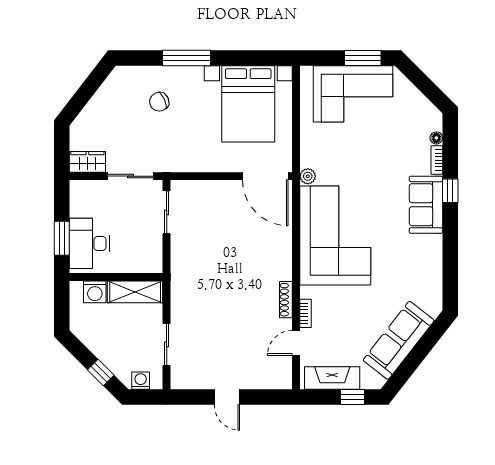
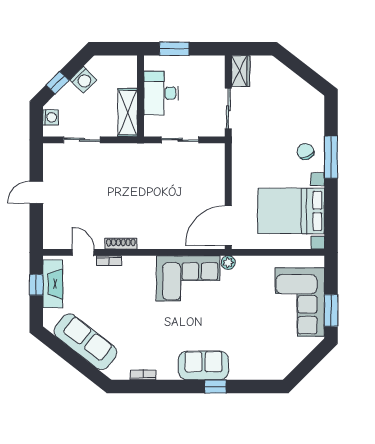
chair: (159, 102) -> (305, 152), moved
floor lamp: (436, 138) -> (261, 375), removed
bookcase: (437, 160) -> (143, 375), moved
sliding door: (167, 212) -> (180, 140), moved
corner sofa: (335, 235) -> (188, 278), width x0.73, depth x0.74
desk: (89, 243) -> (161, 93), moved, turned -90
washing machine: (95, 292) -> (83, 80), moved, turned -135
window: (353, 397) -> (36, 285), moved

